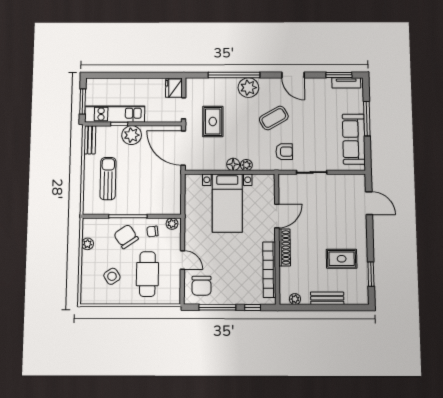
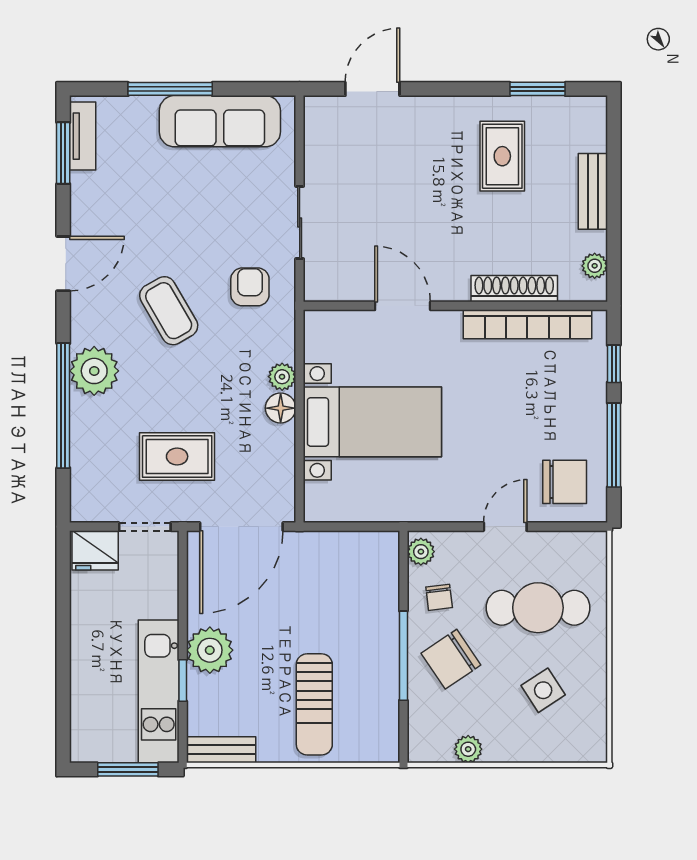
sun lounger: (108, 179) -> (314, 704), turned -90
shoe rack: (284, 247) -> (514, 289), moved

